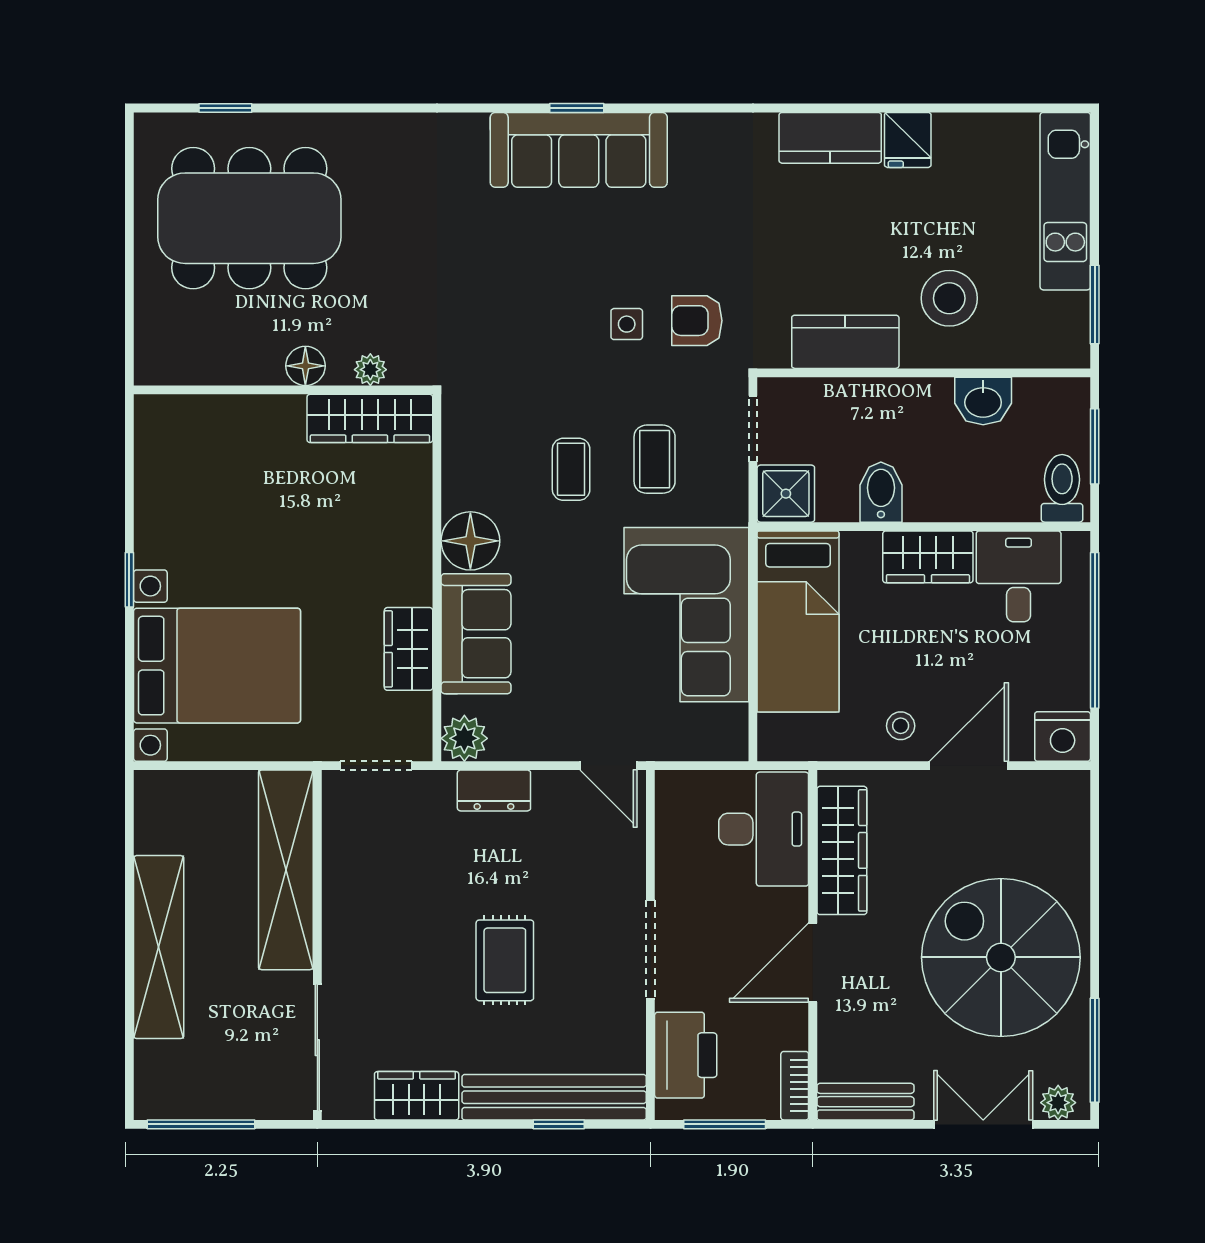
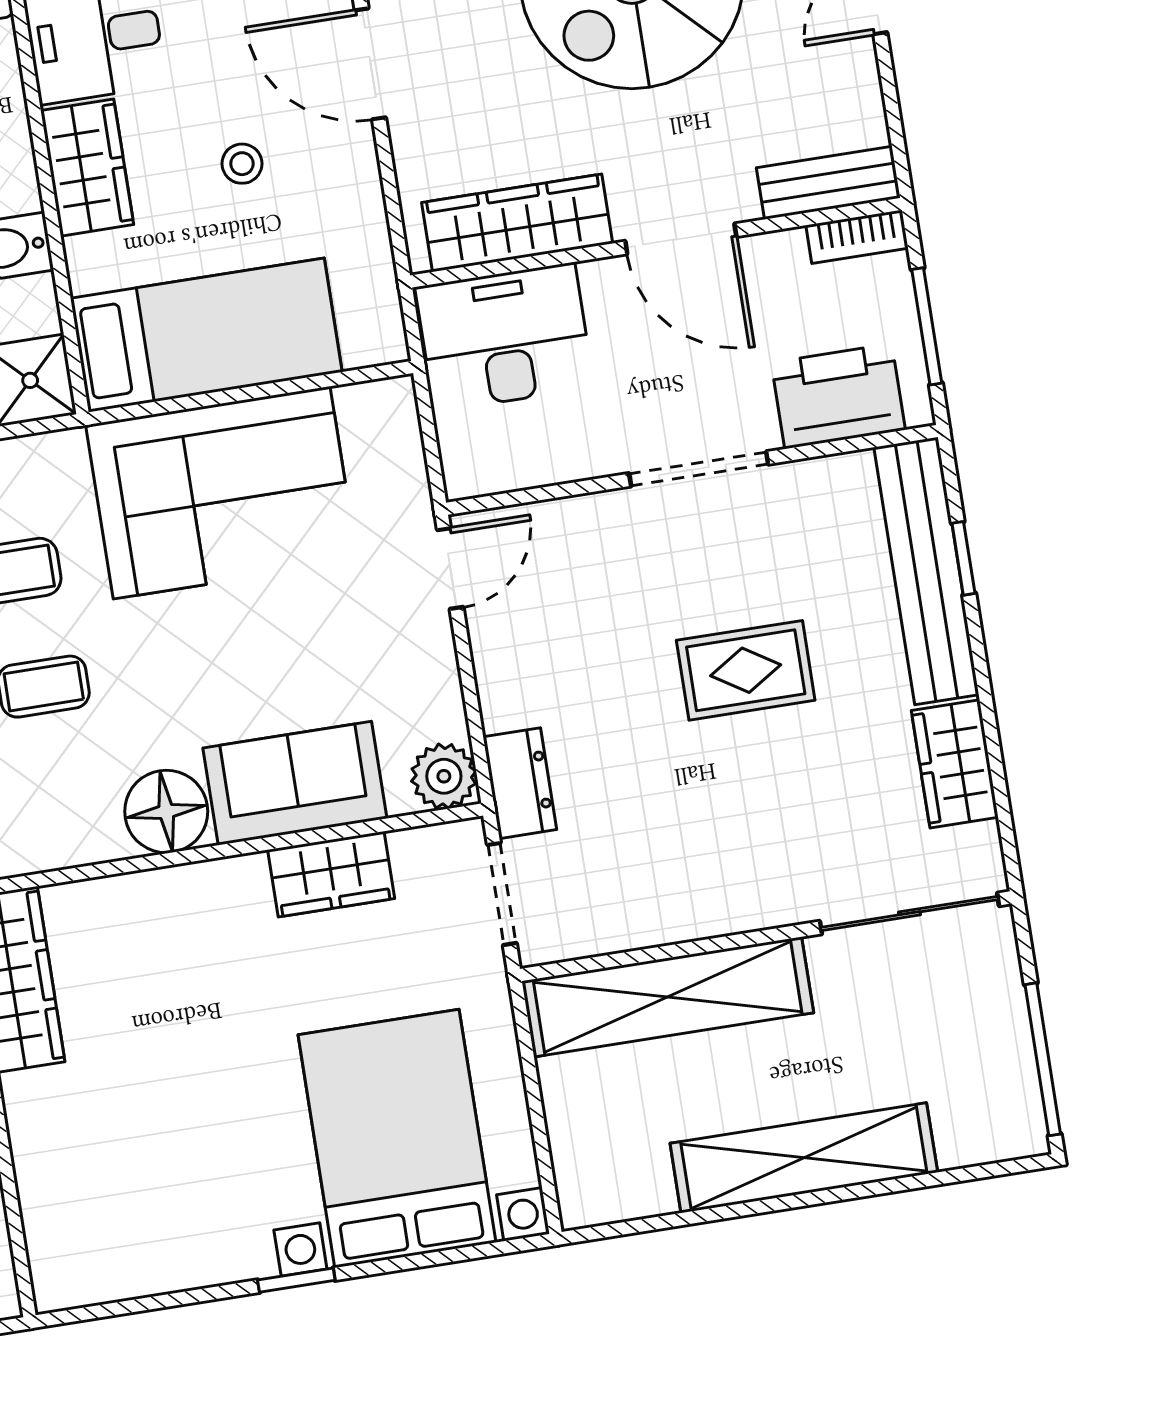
stool: (901, 726) -> (242, 164), moved
dresser: (494, 790) -> (520, 783), moved
bench: (865, 1102) -> (828, 183), moved, turned 90

